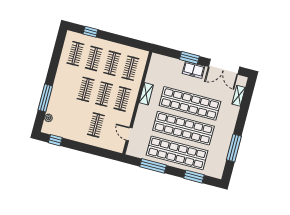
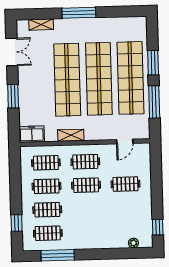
double door: (224, 67) -> (12, 52), width x0.73
freezer: (194, 70) -> (32, 134), moved, turned -90
clothes rail: (86, 89) -> (87, 209), removed
window: (45, 98) -> (58, 255), moved
window: (234, 148) -> (79, 13), moved
window: (194, 177) -> (153, 63), moved

